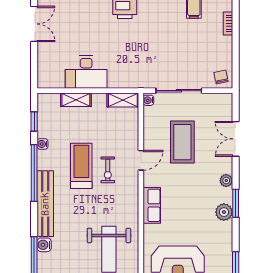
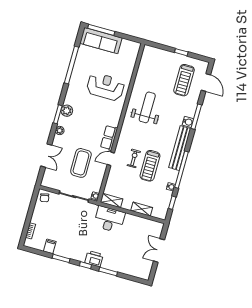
double door: (34, 24) -> (159, 250), moved
desk: (86, 72) -> (109, 219), moved
row of seats: (152, 205) -> (109, 138), moved

